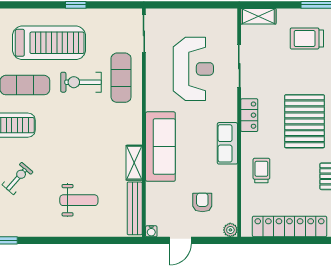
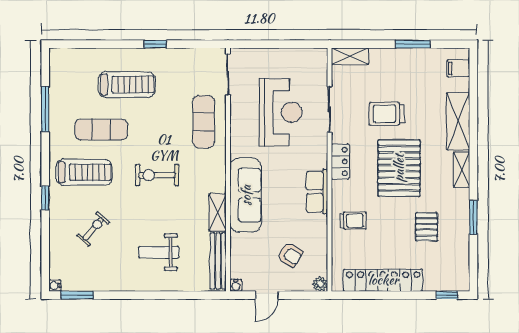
trolley: (307, 38) -> (387, 114), moved
treadmill: (49, 43) -> (127, 85), width x0.73, depth x0.73
exercise bike: (81, 82) -> (157, 175), moved
trolley: (261, 170) -> (353, 221), turned 90
weight bench: (79, 200) -> (159, 252), turned 180
armchair: (202, 202) -> (290, 255), turned 123

